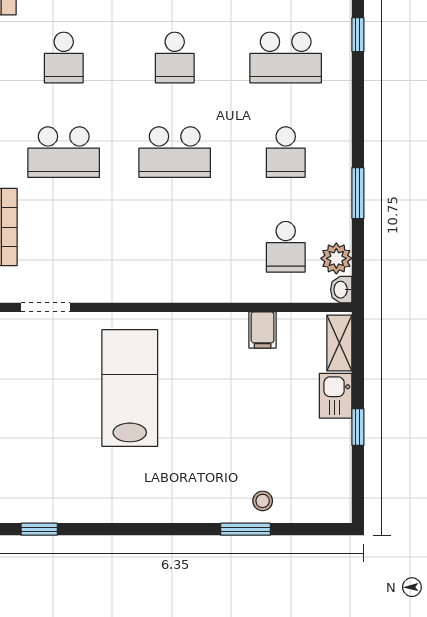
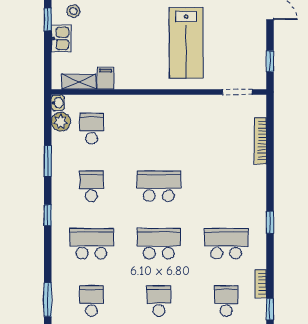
window: (358, 35) -> (48, 215), moved
school desk: (64, 57) -> (226, 244), width x1.85
school desk: (175, 57) -> (159, 244), width x1.85
school desk: (64, 152) -> (226, 186), removed
shelving: (339, 343) -> (79, 82), moved, turned 90
stool: (315, 441) -> (73, 11), added

